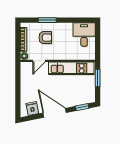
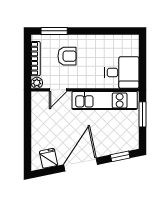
window: (47, 20) -> (54, 31), moved
desk: (84, 34) -> (122, 73), moved, turned 90
door: (55, 113) -> (81, 165), hinge flipped

